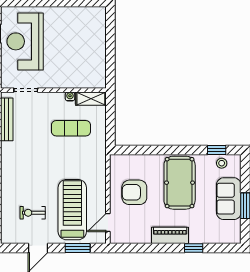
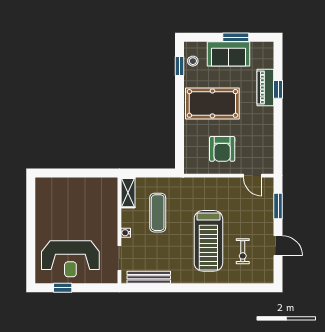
water cooler: (70, 97) -> (126, 233), moved
treadmill: (72, 210) -> (208, 241), moved, turned -90
piano: (170, 235) -> (265, 87), moved

